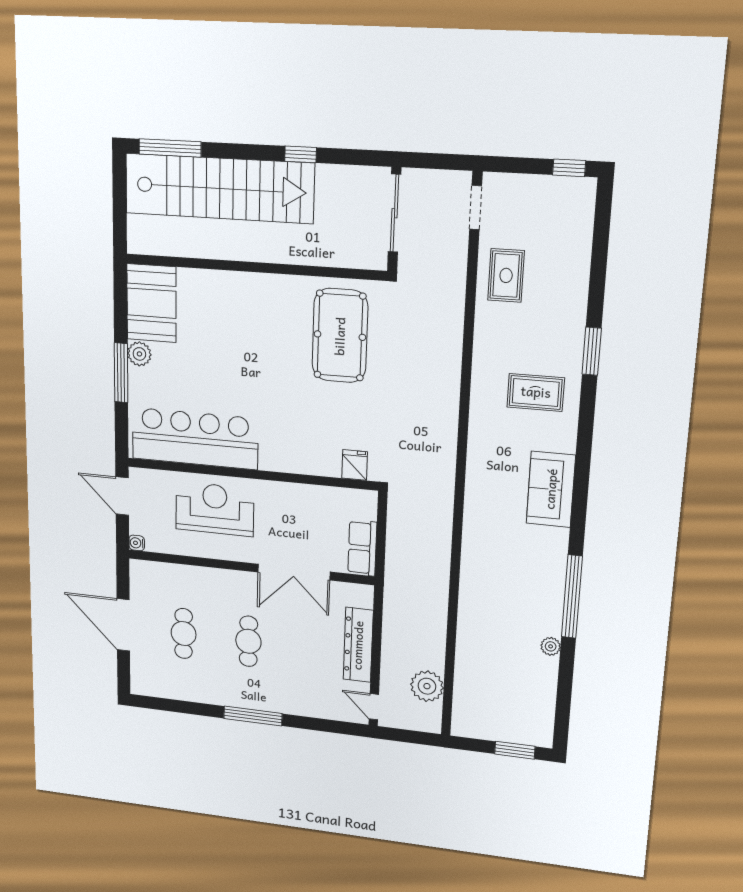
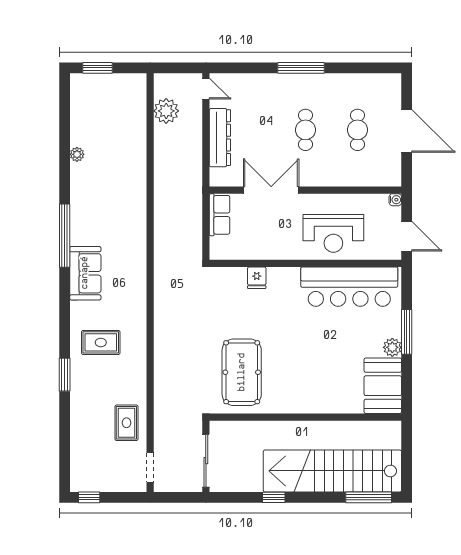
fridge: (355, 465) -> (257, 278), moved
window: (572, 597) -> (65, 236), moved

